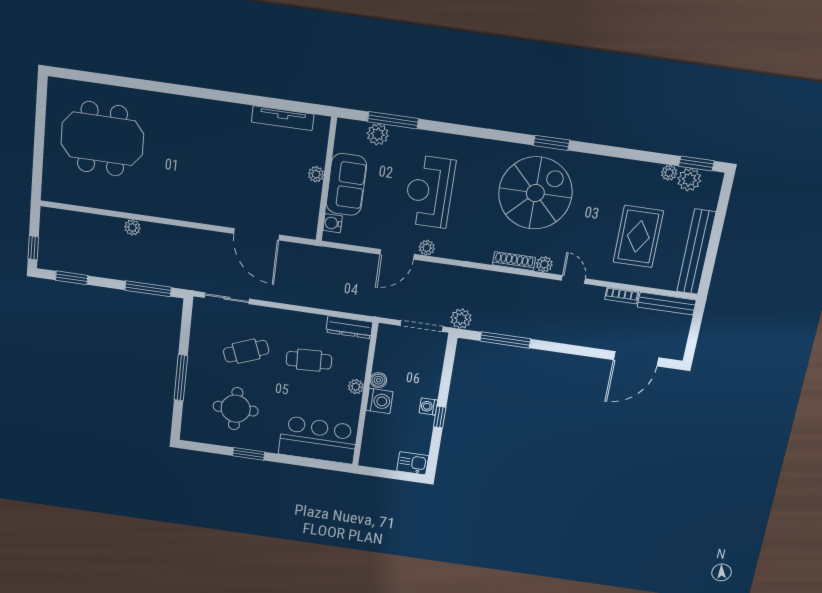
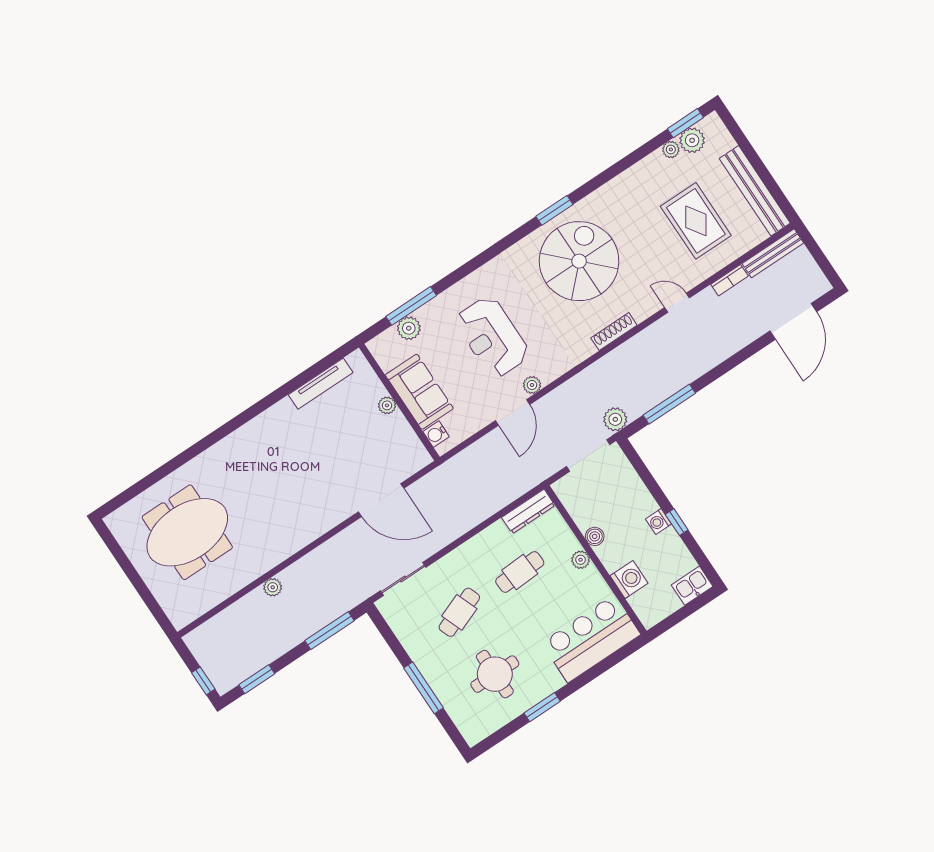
plant: (544, 264) -> (641, 312), removed
washing machine: (379, 401) -> (629, 580), moved

